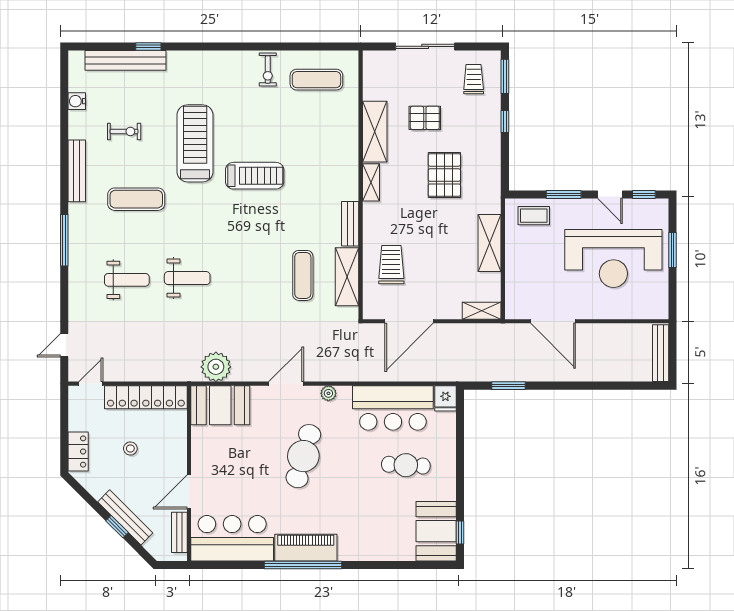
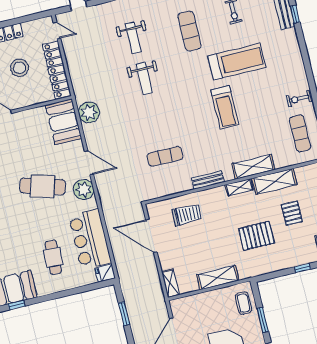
shelving: (347, 277) -> (253, 167), moved
plant: (328, 393) -> (84, 190), width x1.88, depth x1.88
stool: (130, 448) -> (19, 68), width x1.89, depth x1.89

